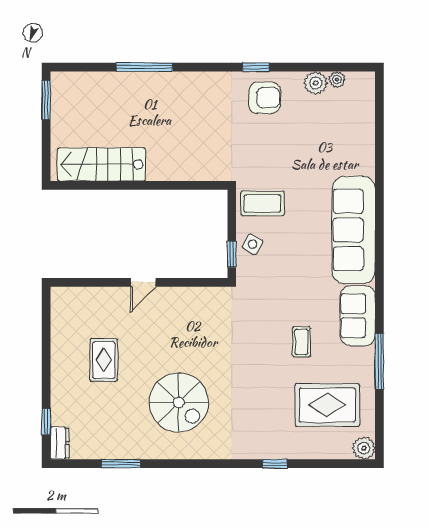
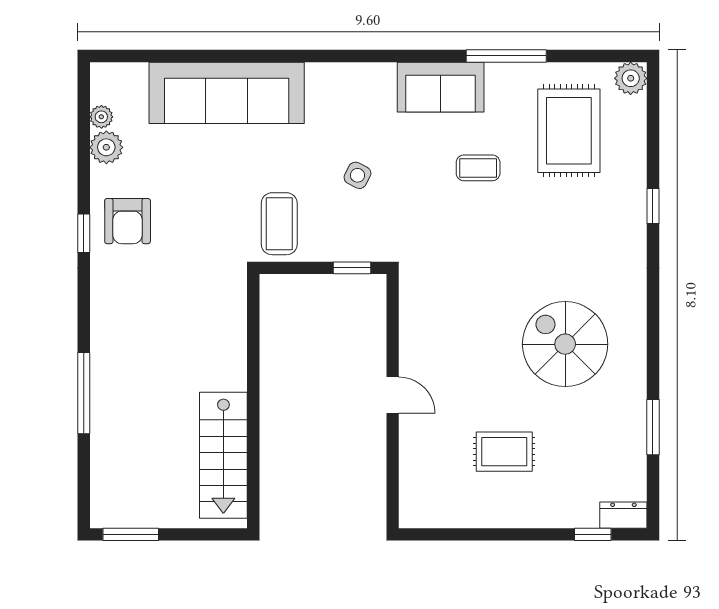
armchair: (264, 98) -> (128, 221), turned 180
sofa: (354, 230) -> (227, 93), moved
side table: (253, 244) -> (358, 175), moved
spiral stairs: (179, 402) -> (565, 344), turned -90

